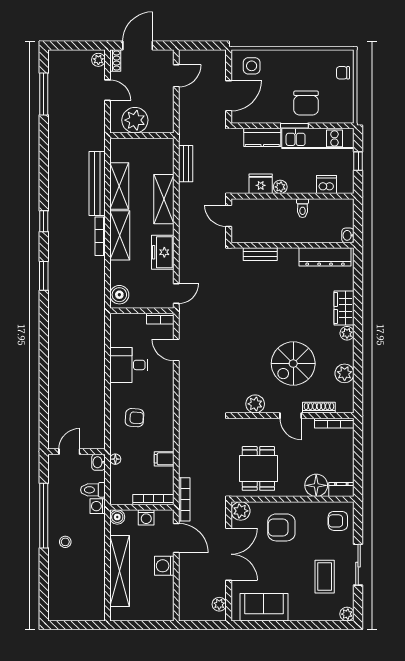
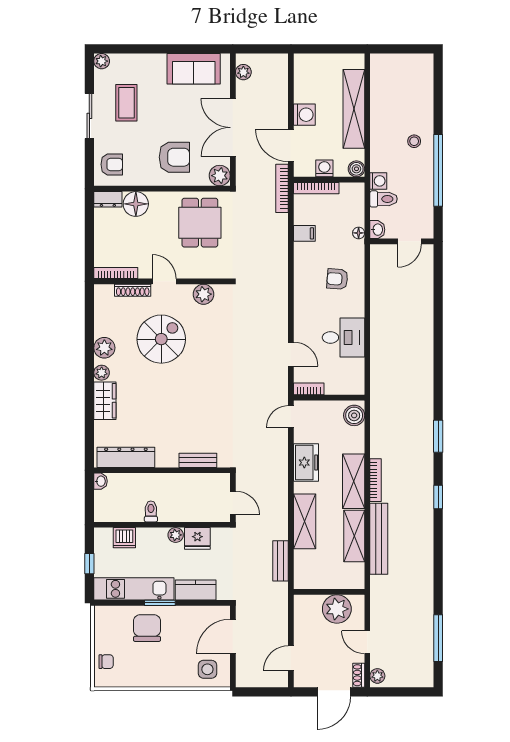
plant: (345, 373) -> (104, 348), moved

